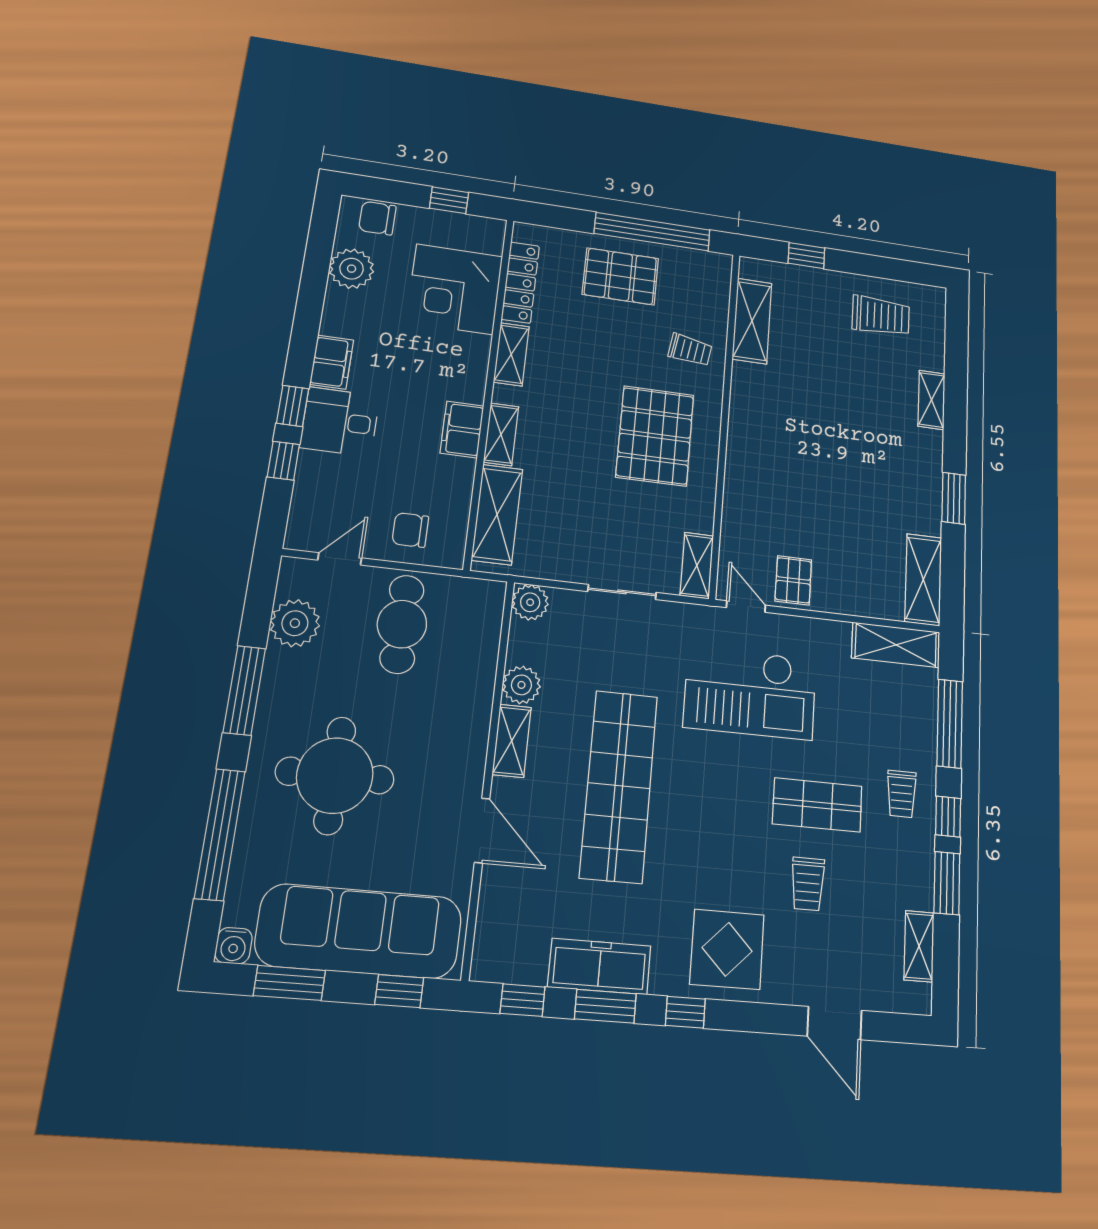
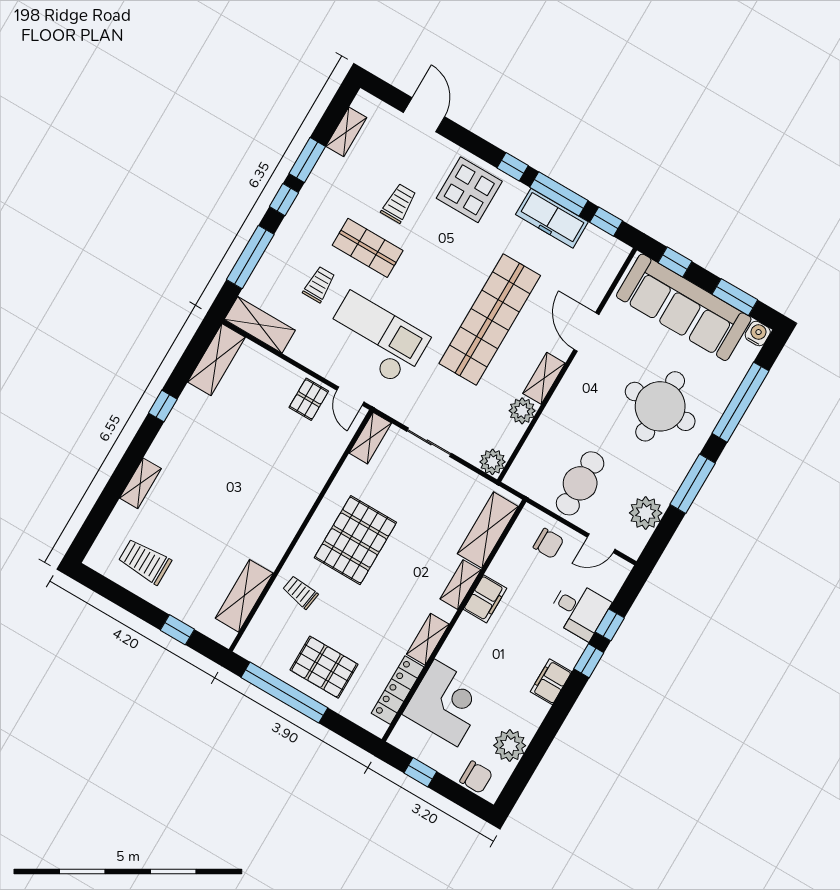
desk: (340, 422) -> (579, 610), moved
window: (954, 498) -> (163, 406), width x0.67
trolley: (901, 794) -> (319, 284), moved
window: (605, 1006) -> (559, 194), width x1.44

